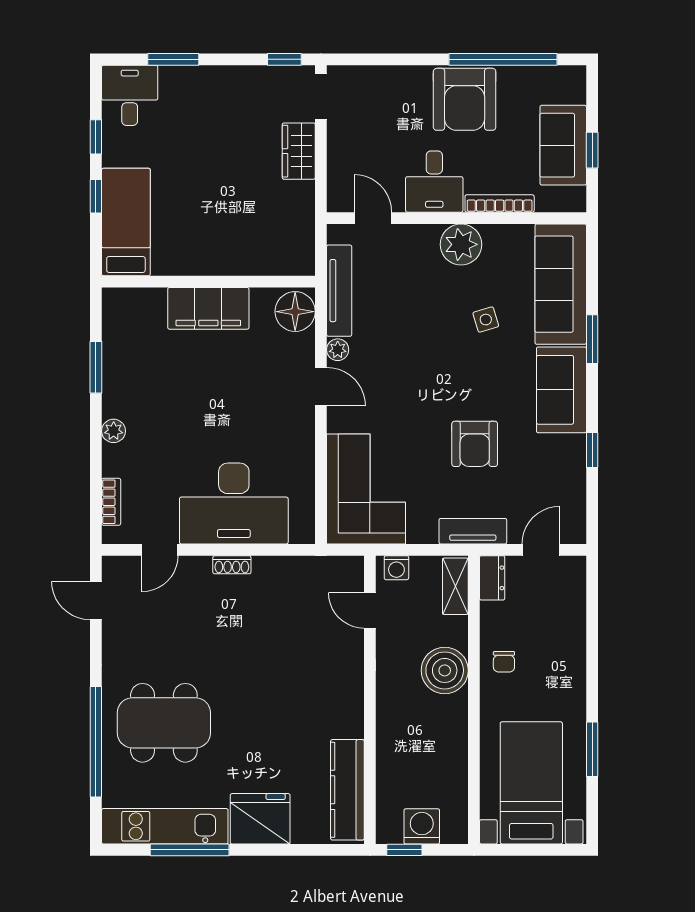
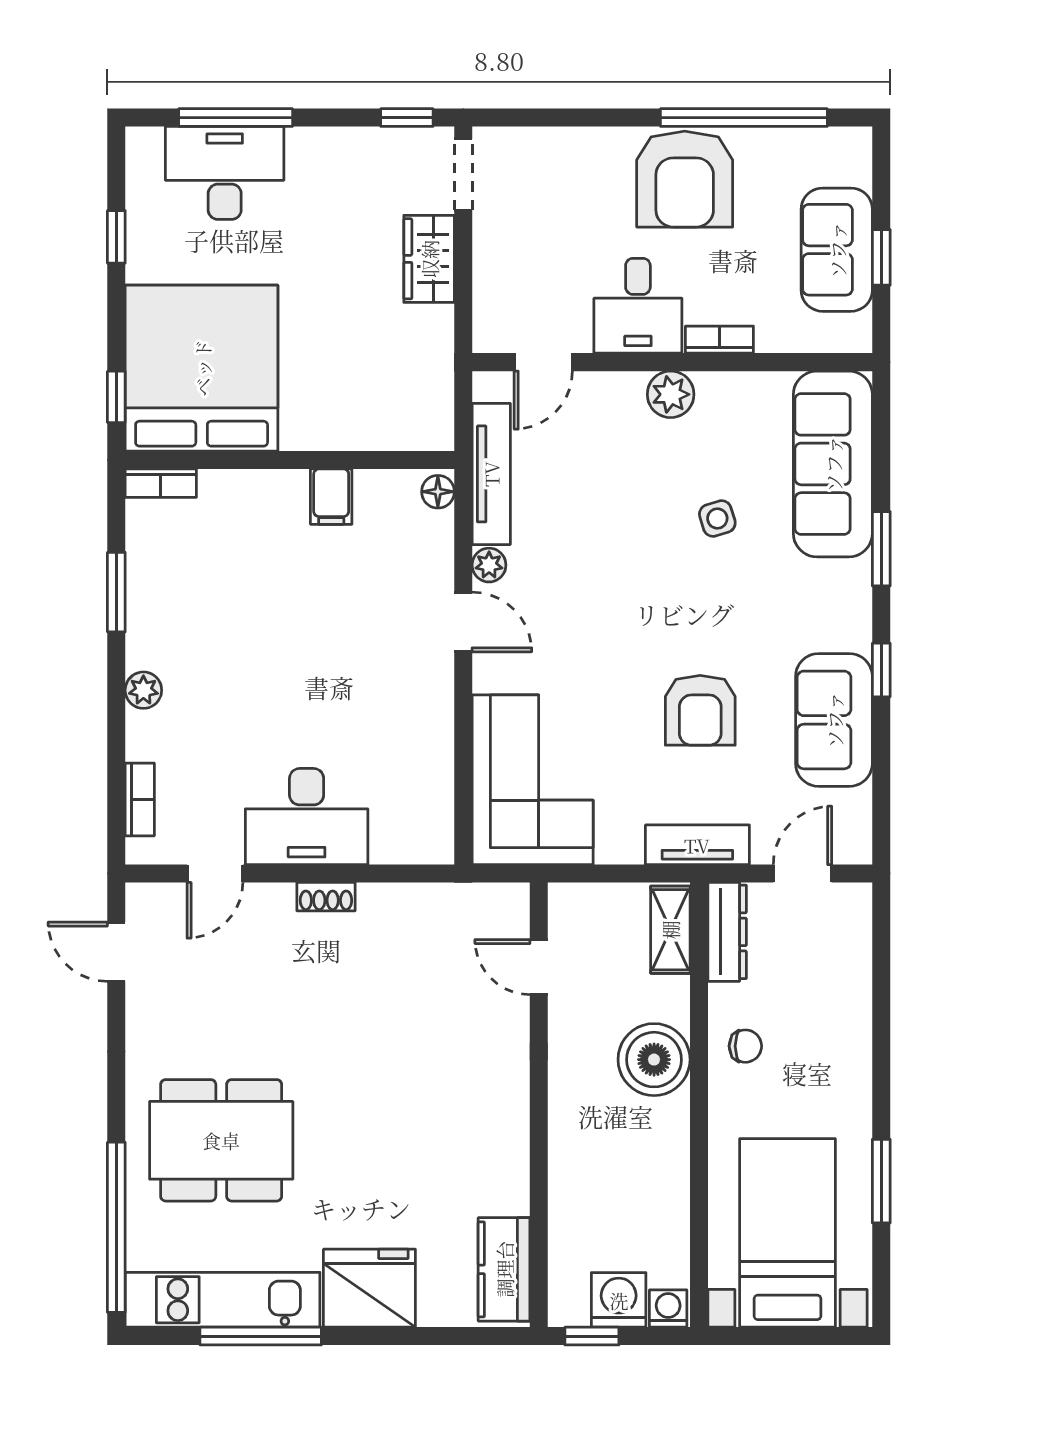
window: (173, 59) -> (236, 118), width x1.44
desk: (130, 95) -> (225, 173), moved, width x1.37
window: (96, 196) -> (116, 397), moved
bookcase: (500, 203) -> (719, 340), width x0.64
door: (373, 218) -> (543, 362), swing flipped
bed: (126, 222) -> (202, 368), width x2.04
plant: (461, 244) -> (671, 394), width x0.73, depth x0.73
bookcase: (125, 297) -> (161, 483), added
filing cabinet: (208, 308) -> (331, 497), width x0.33, depth x0.86
floor lamp: (295, 312) -> (438, 492), width x0.53, depth x0.53
sofa: (561, 390) -> (834, 720), moved
window: (592, 450) -> (881, 670), moved
desk: (234, 503) -> (307, 817), width x0.73, depth x0.77
washing machine: (396, 568) -> (668, 1309), moved, turned 180
dresser: (492, 578) -> (727, 932), width x1.44
chair: (504, 662) -> (745, 1046), turned -90
window: (96, 742) -> (116, 1227), moved
kitchen counter: (347, 790) -> (504, 1269), width x0.67

